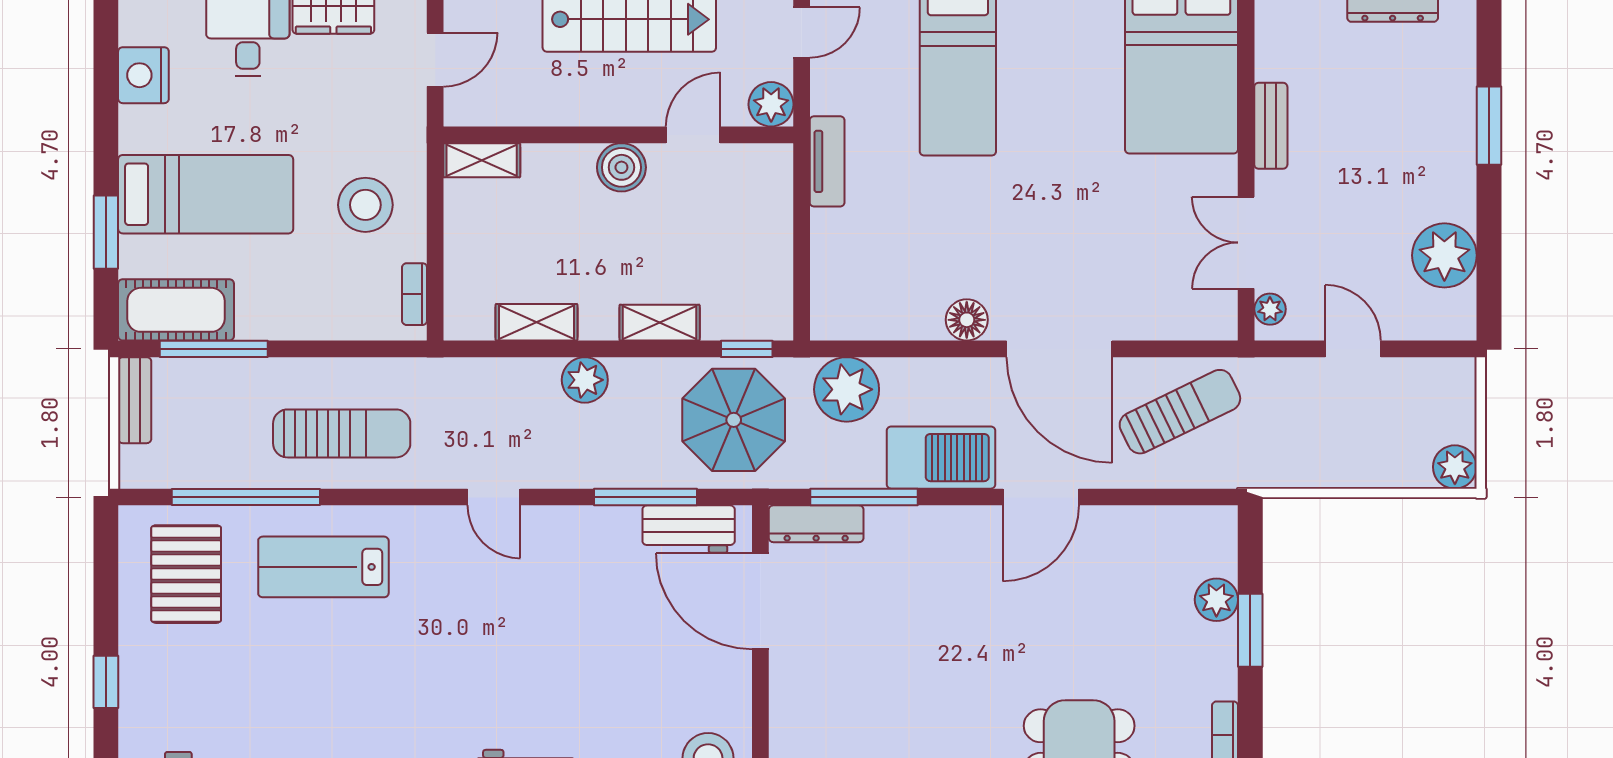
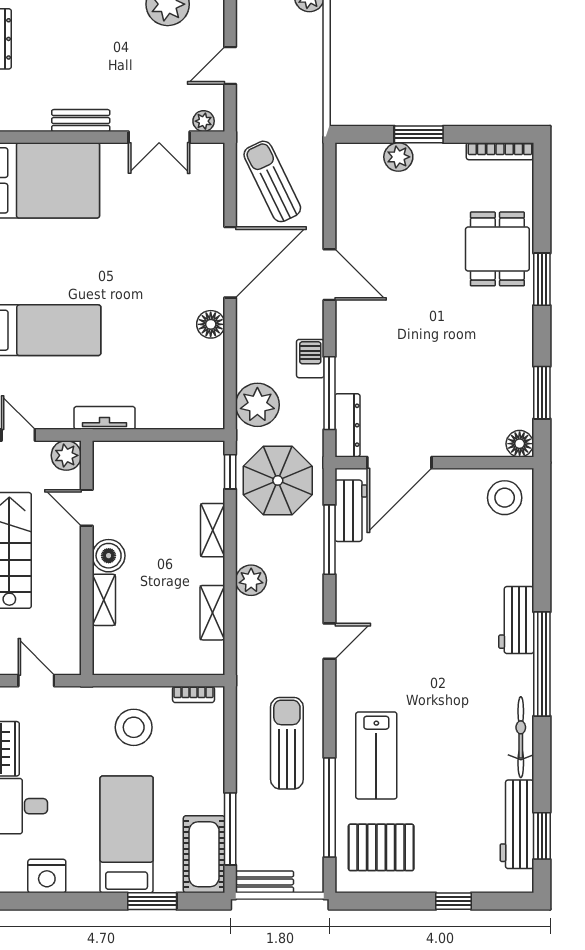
shelving: (482, 160) -> (104, 600), moved
barbecue: (941, 458) -> (310, 359), width x0.53, depth x0.65

